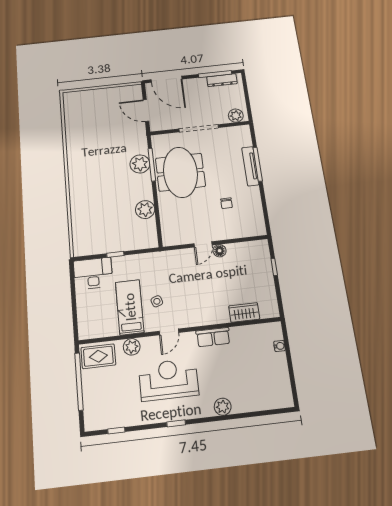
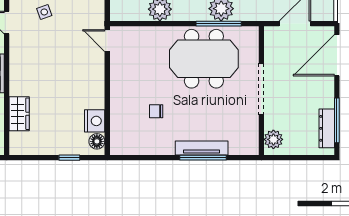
door: (203, 244) -> (107, 41), moved
nightstand: (241, 250) -> (95, 121), added
floor lamp: (220, 251) -> (97, 141), moved

